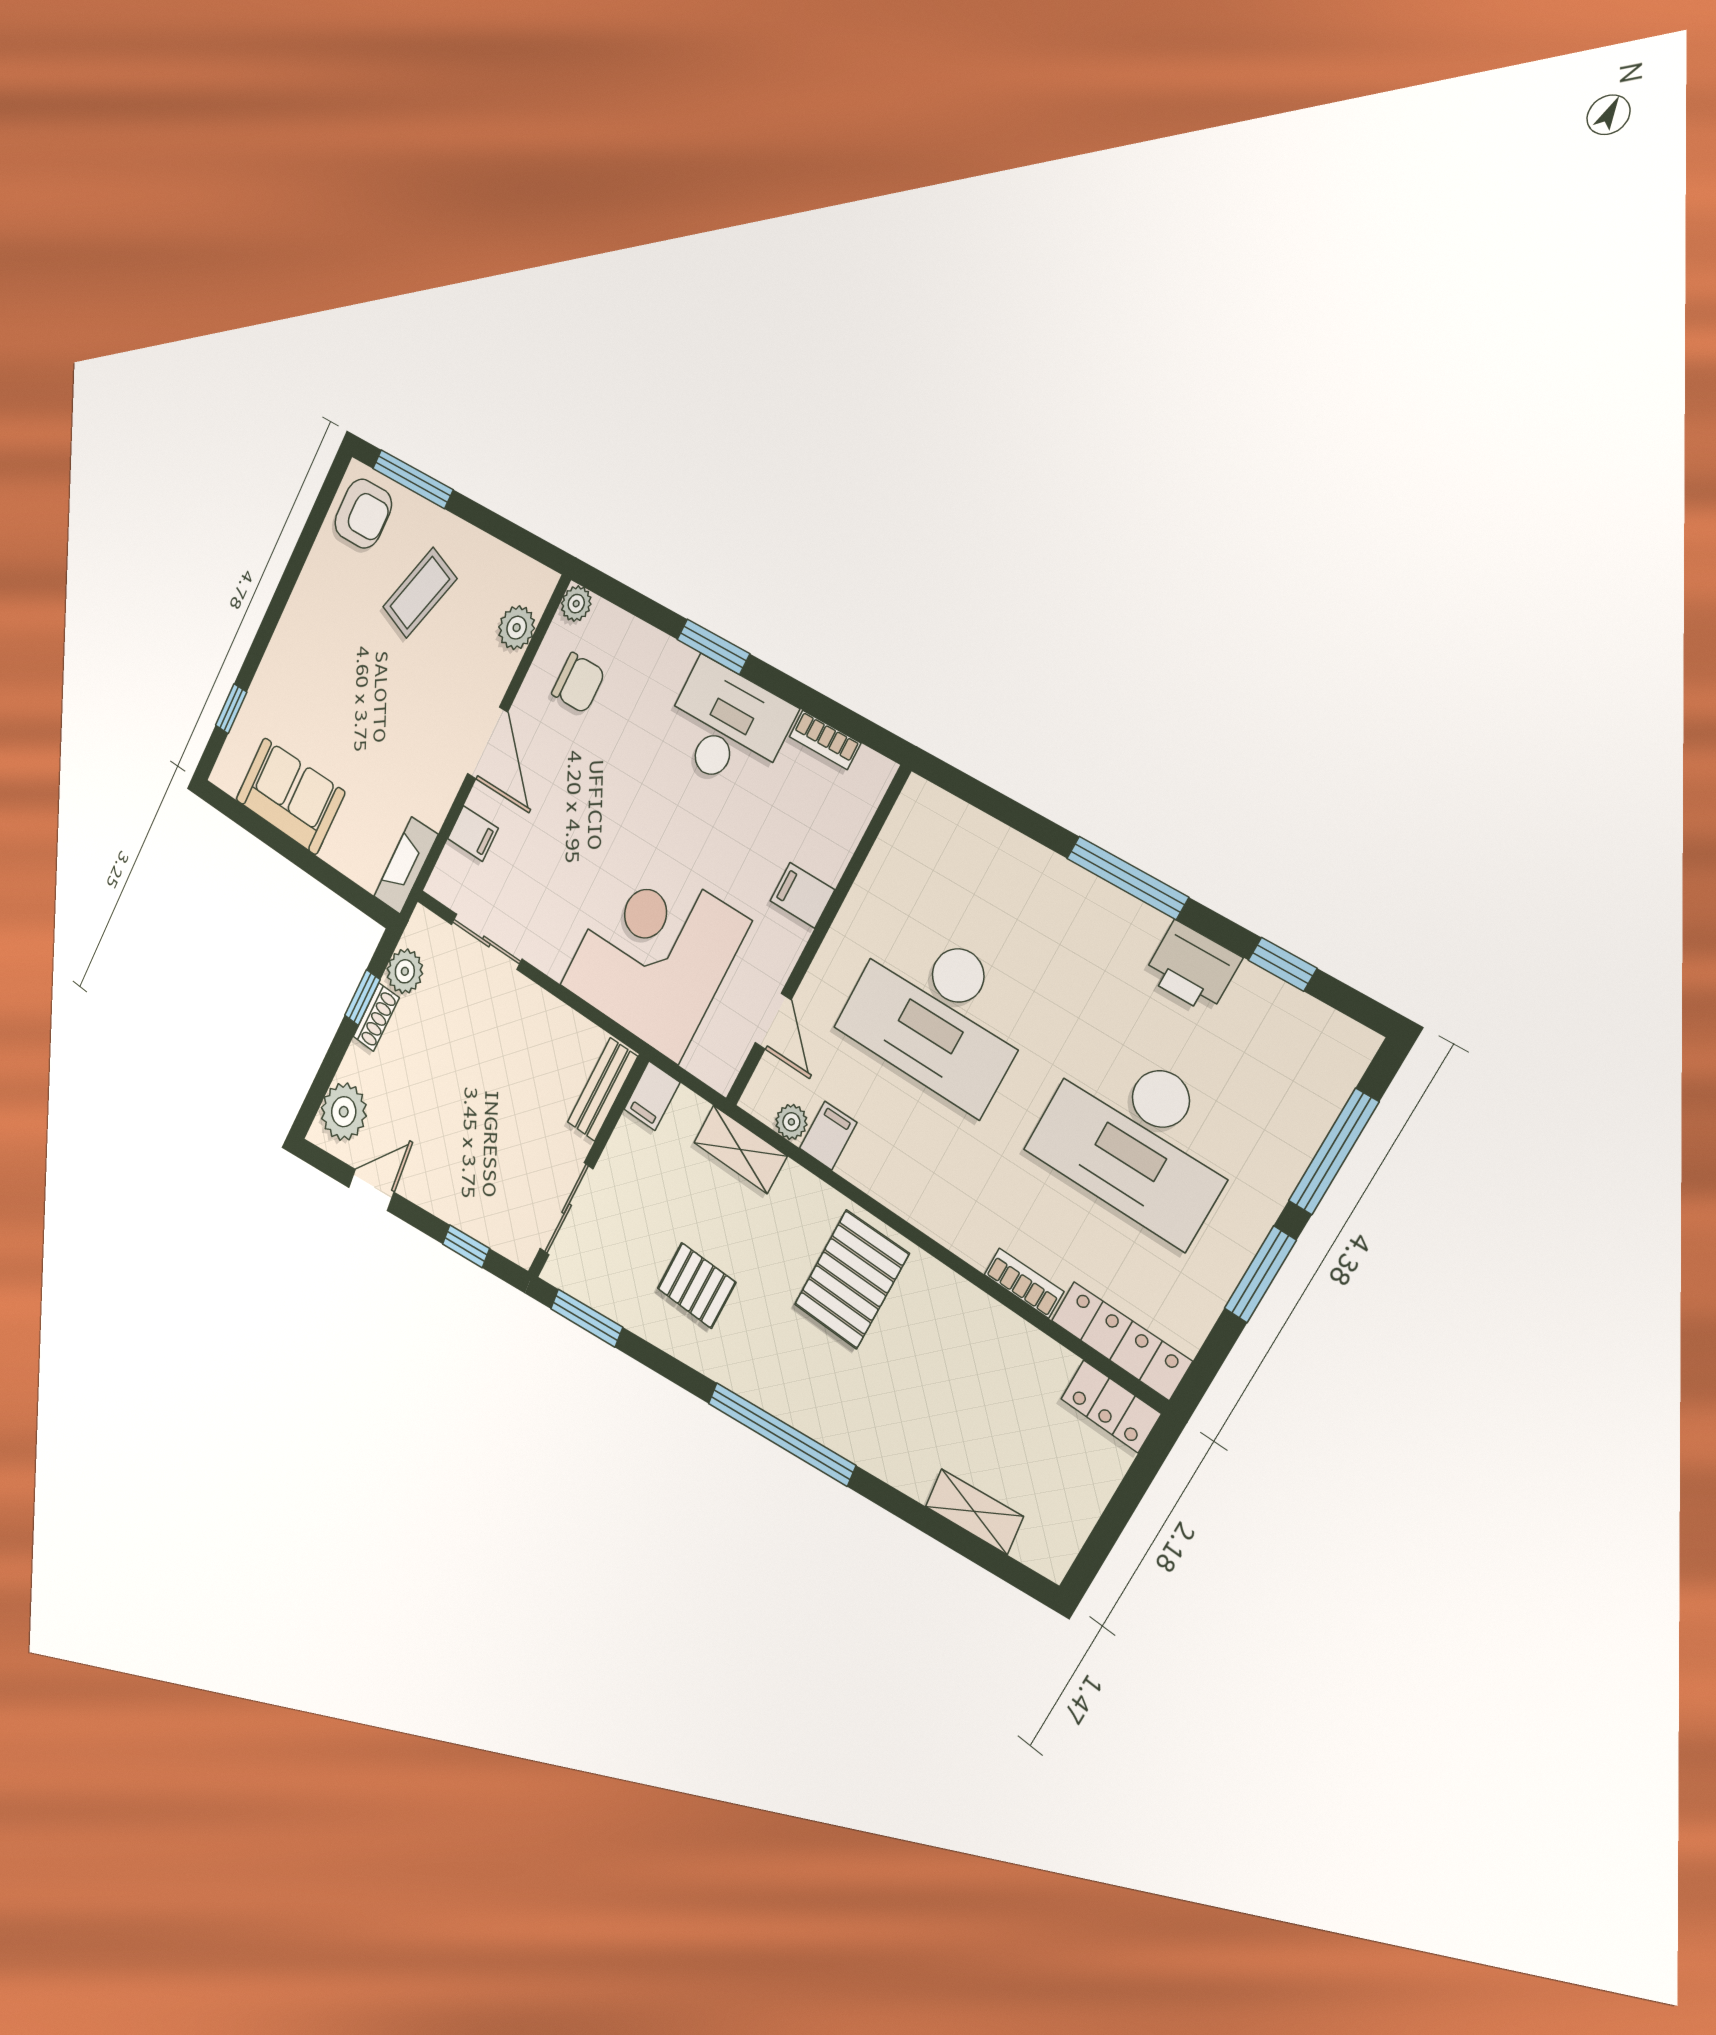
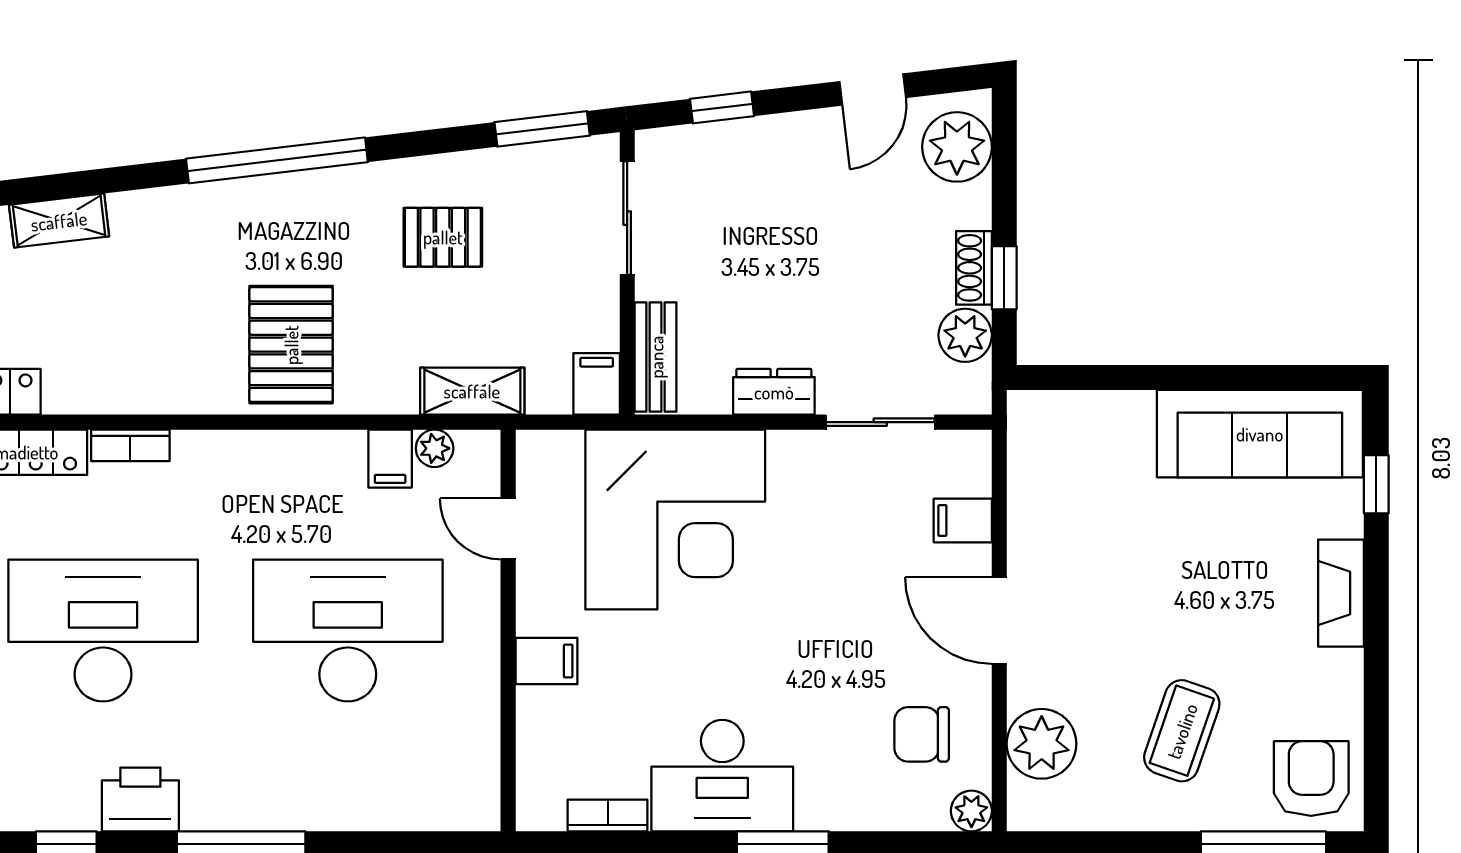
armchair: (363, 514) -> (1311, 778), turned 90
plant: (517, 628) -> (1042, 744), width x1.36, depth x1.36
sofa: (290, 796) -> (1260, 434), width x1.36
fireplace: (406, 865) -> (1341, 593), moved, turned 180
dresser: (540, 1010) -> (774, 392), added

